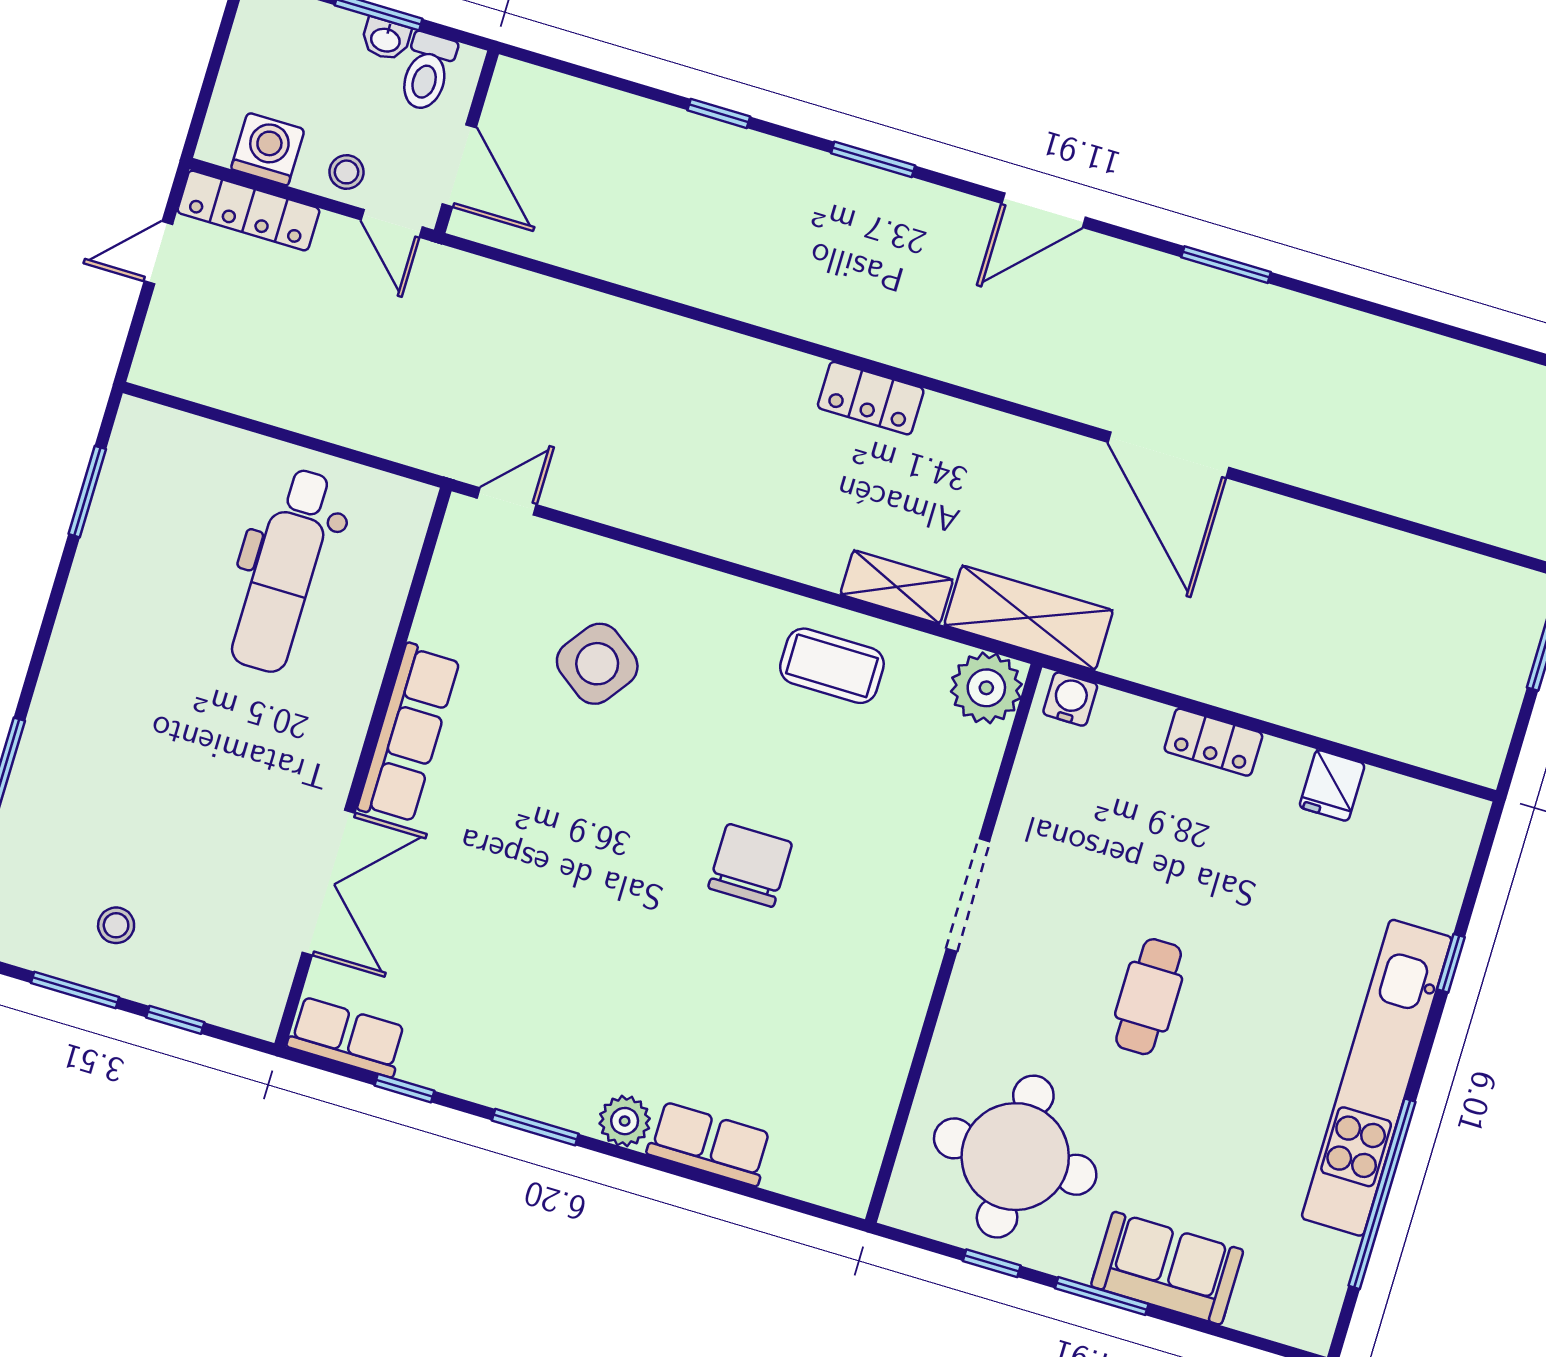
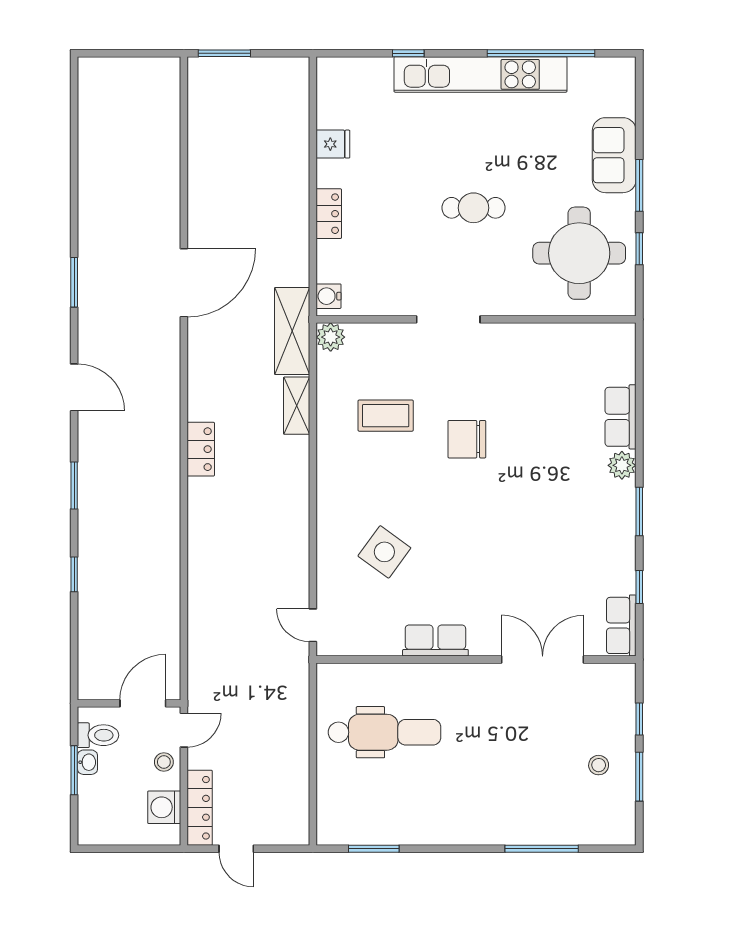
coffee table: (832, 666) -> (386, 416), moved, turned 90
plant: (986, 688) -> (331, 337), width x0.73, depth x0.73
row of seats: (409, 734) -> (435, 641), width x0.68

